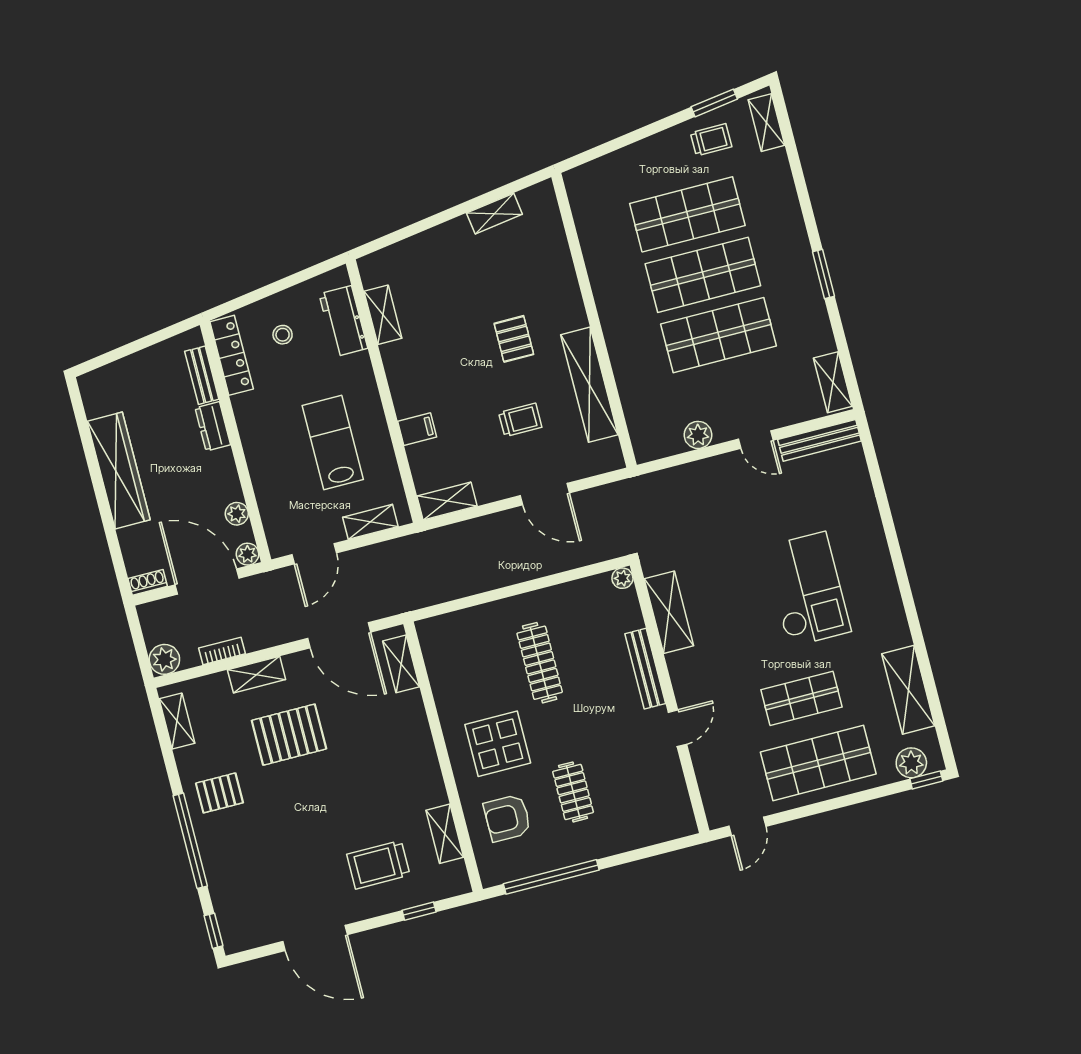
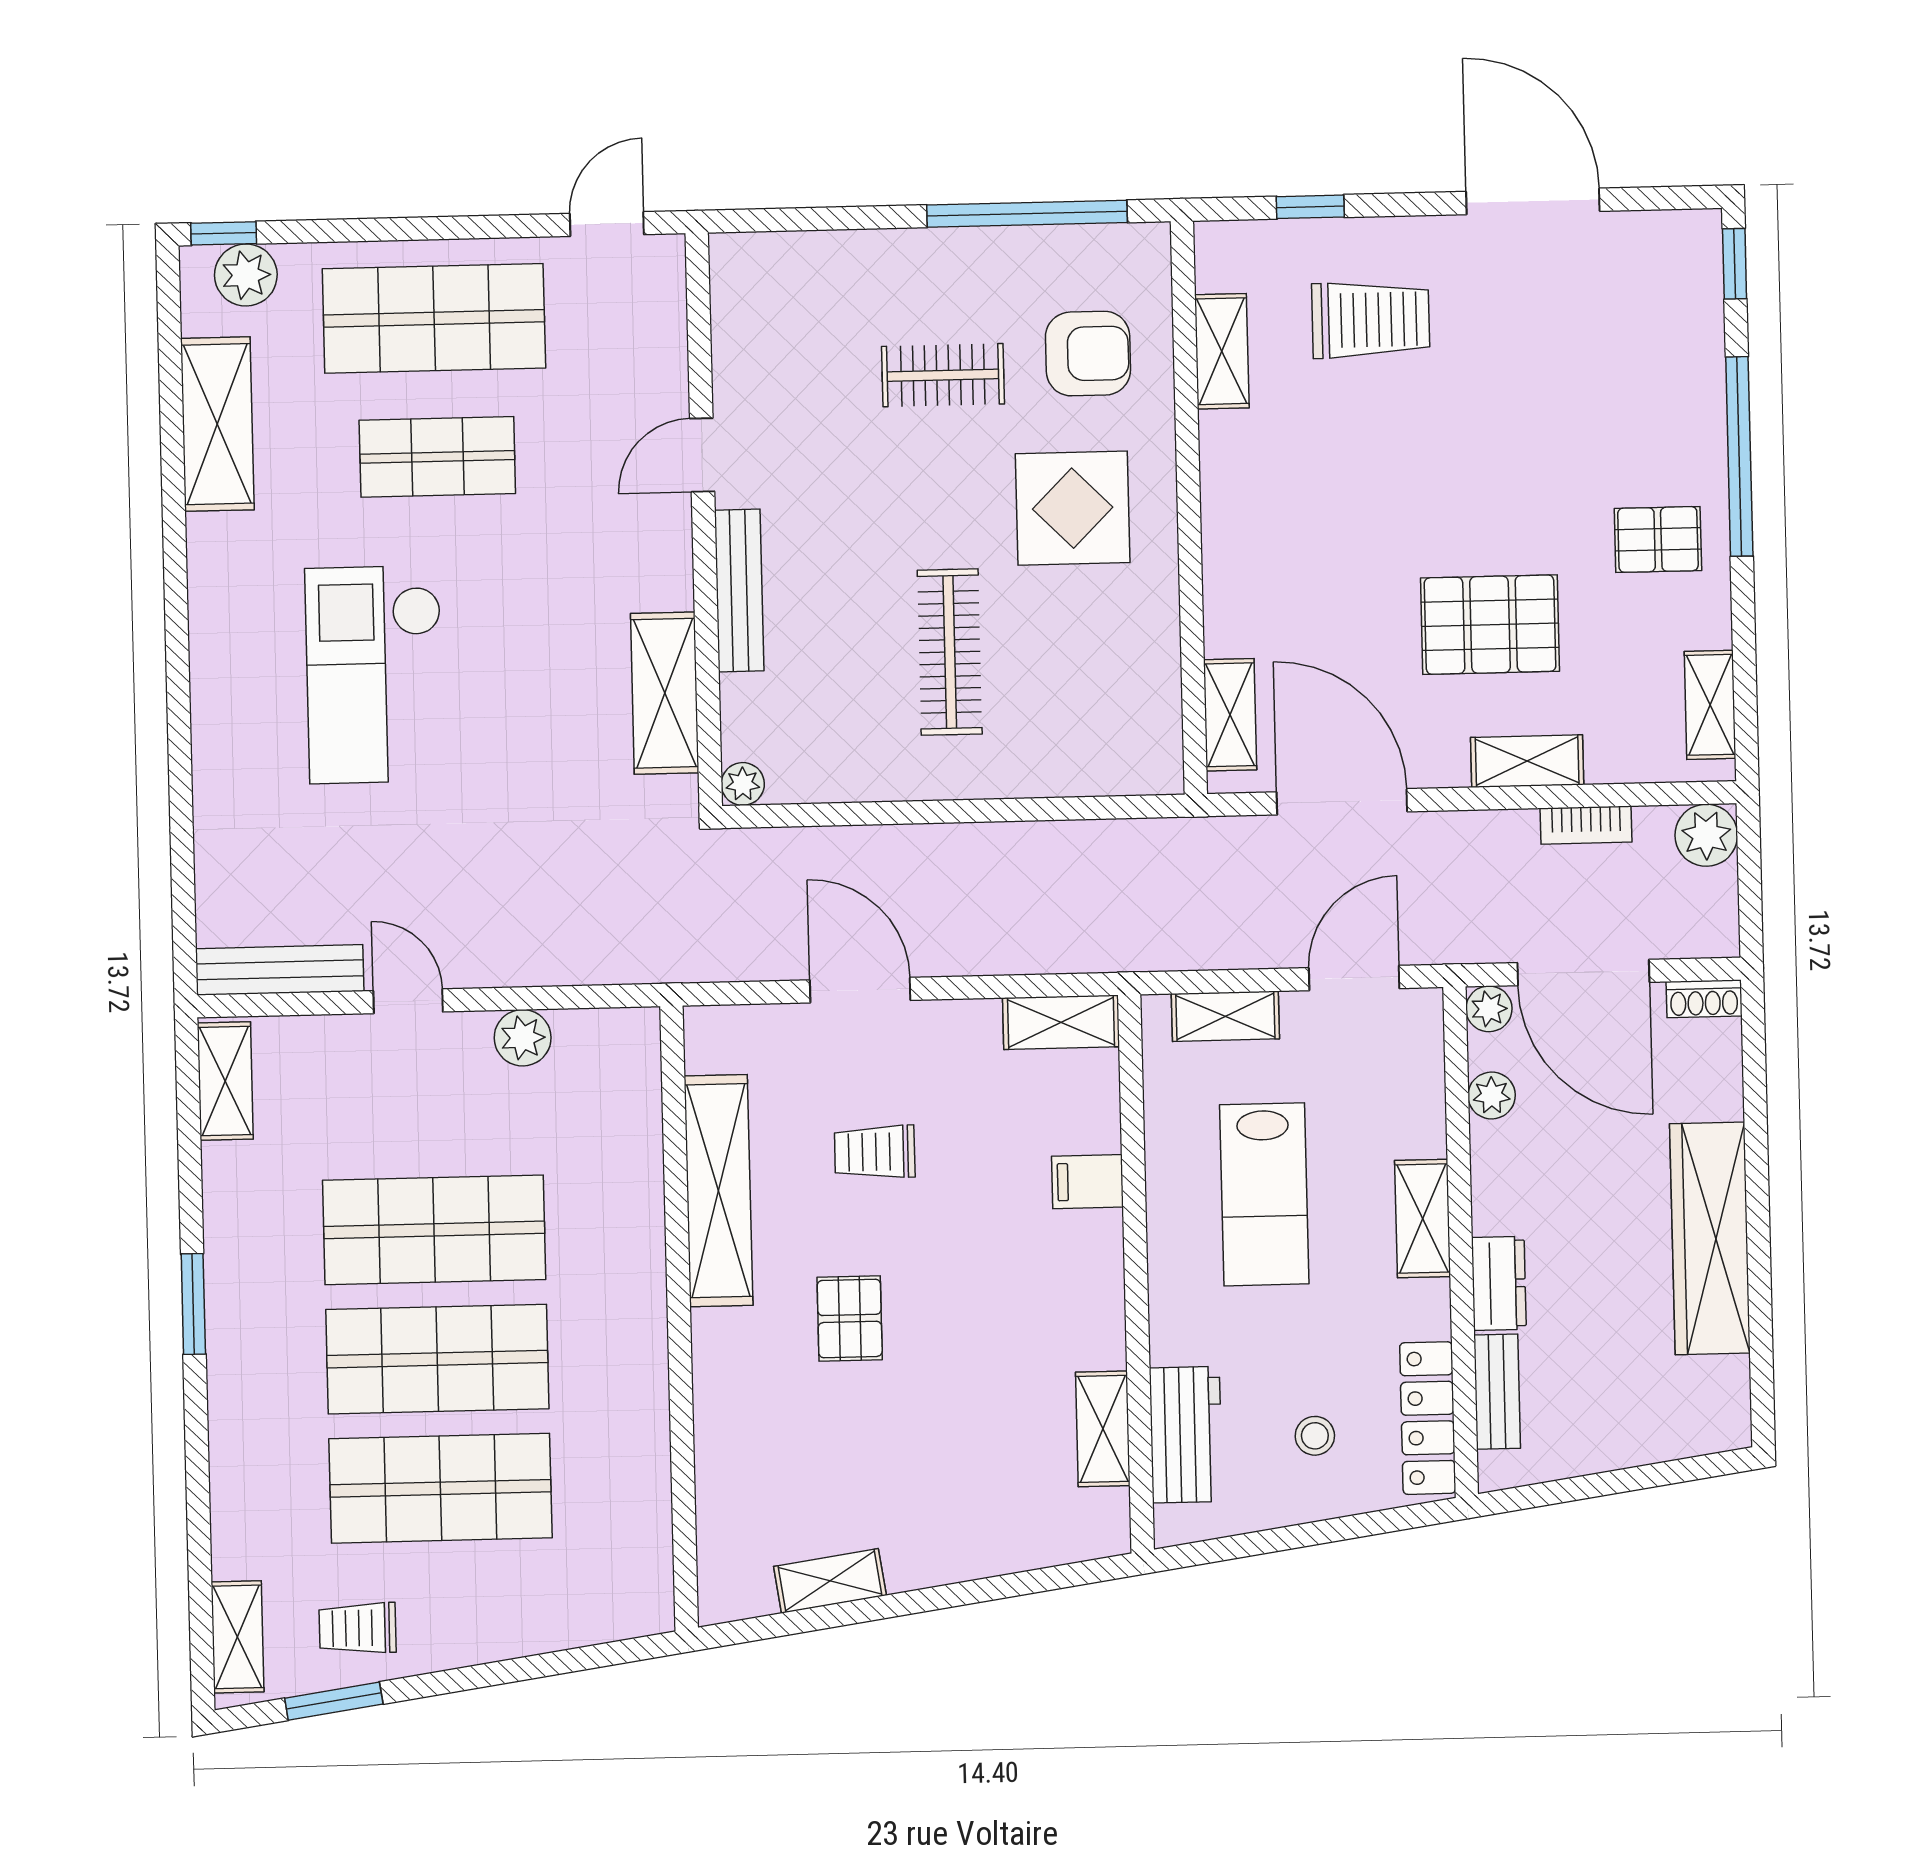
shelving: (256, 448) -> (1423, 1219), added
clothes rail: (573, 792) -> (943, 375), turned 90

